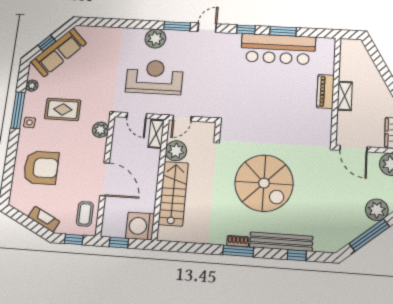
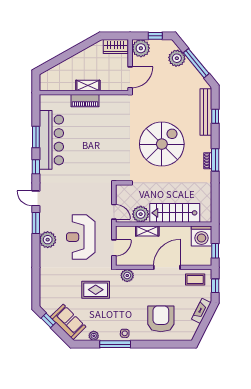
window: (47, 43) -> (48, 320), moved
sofa: (59, 52) -> (68, 322), width x0.73
rug: (63, 109) -> (96, 290), moved, turned 90
shelving: (156, 134) -> (147, 231), moved
bench: (281, 242) -> (206, 112), moved

